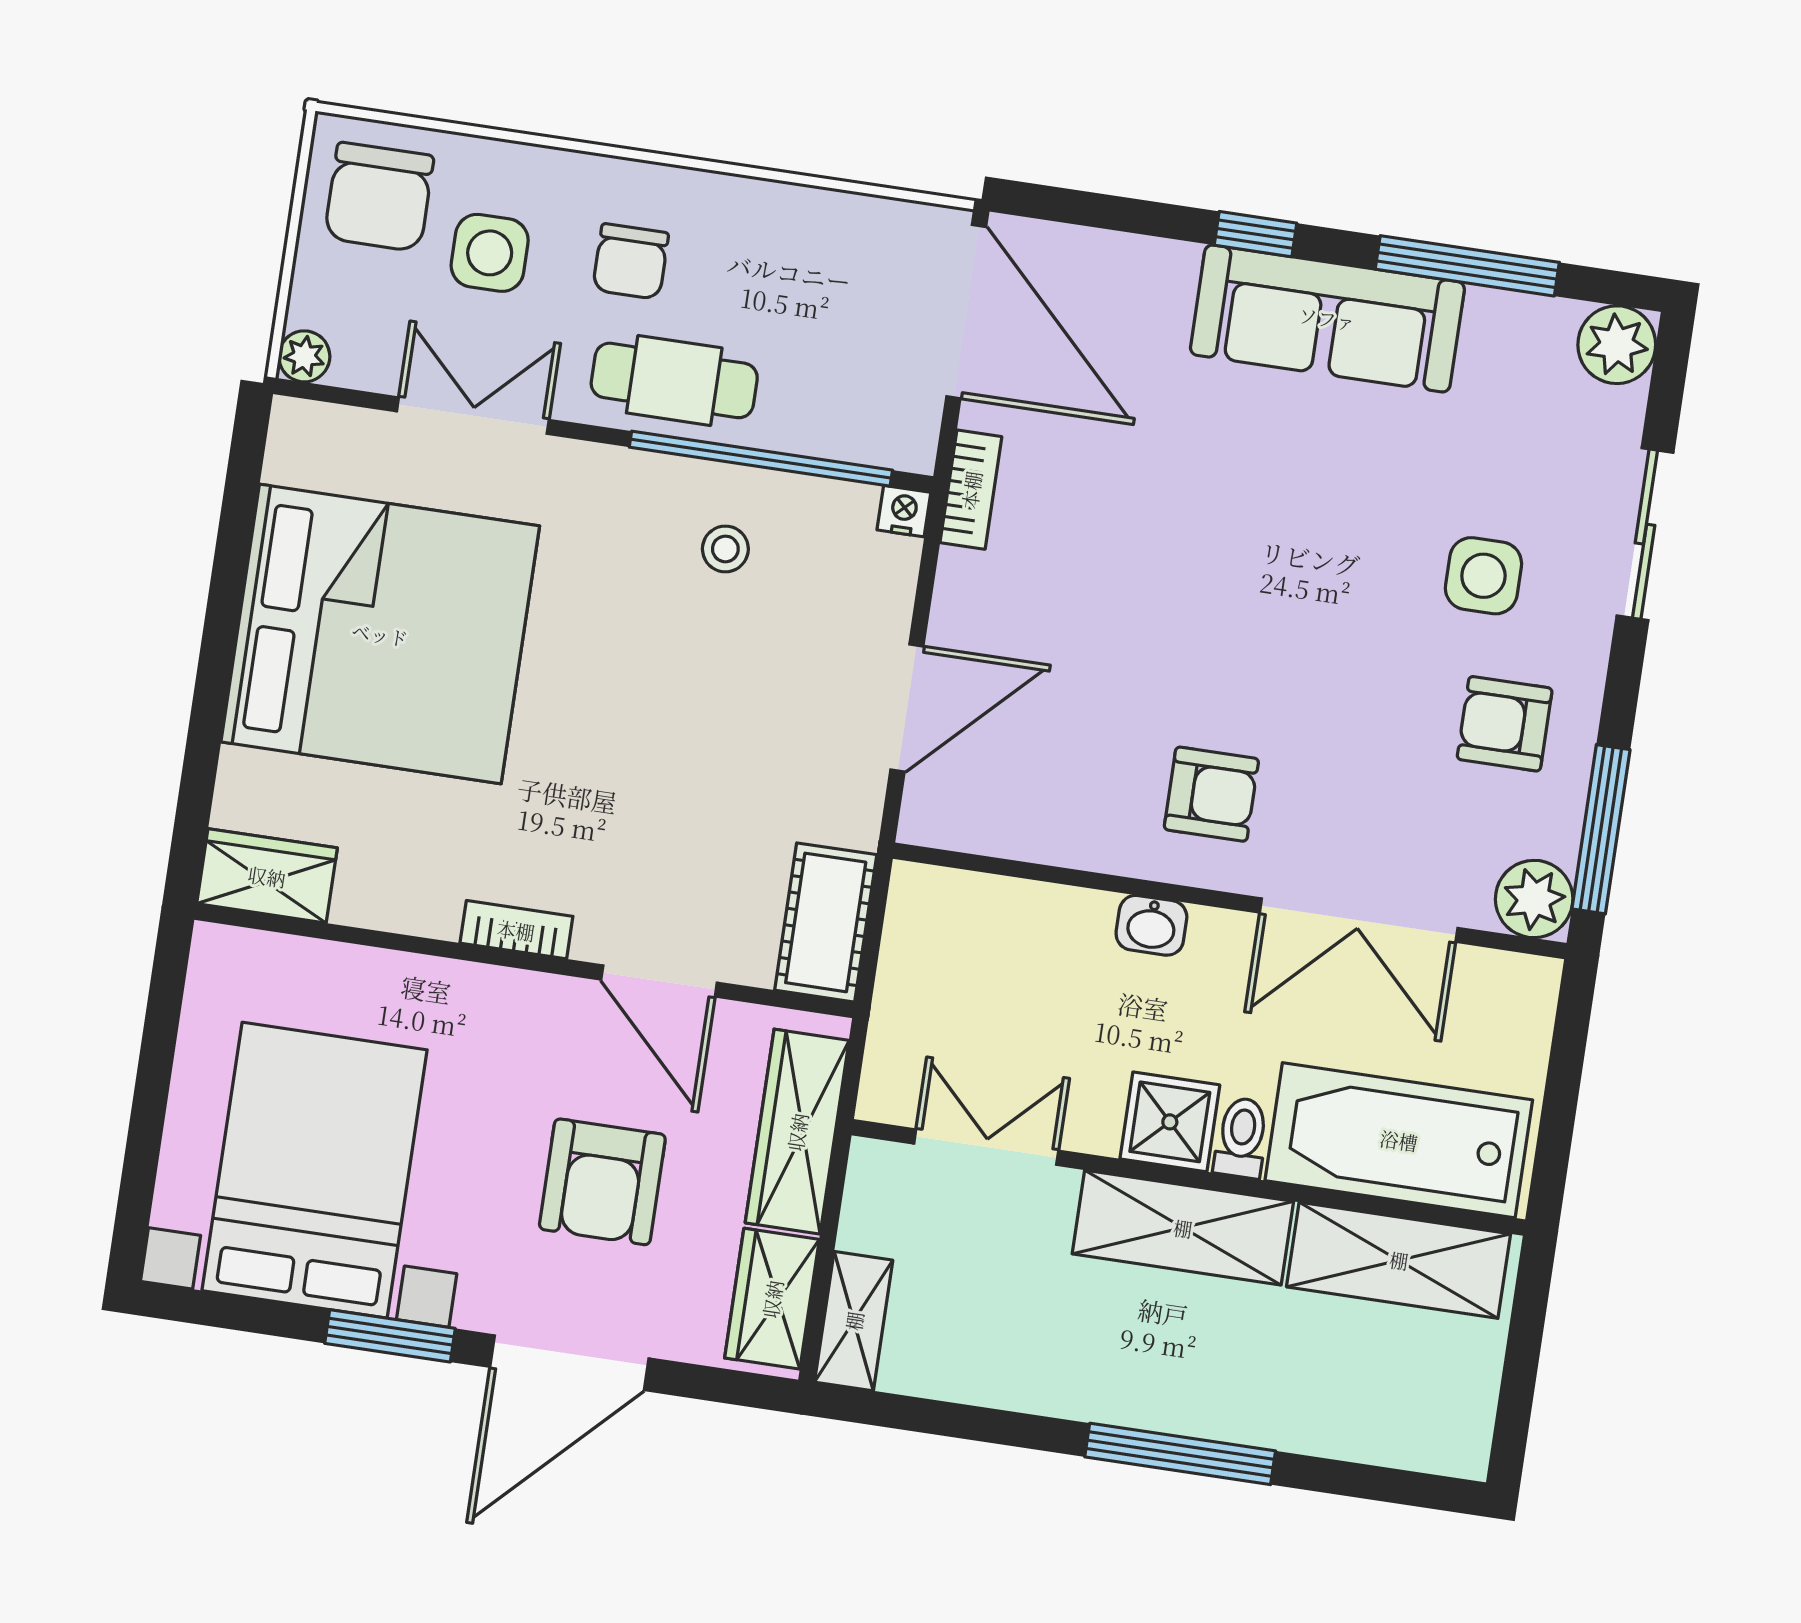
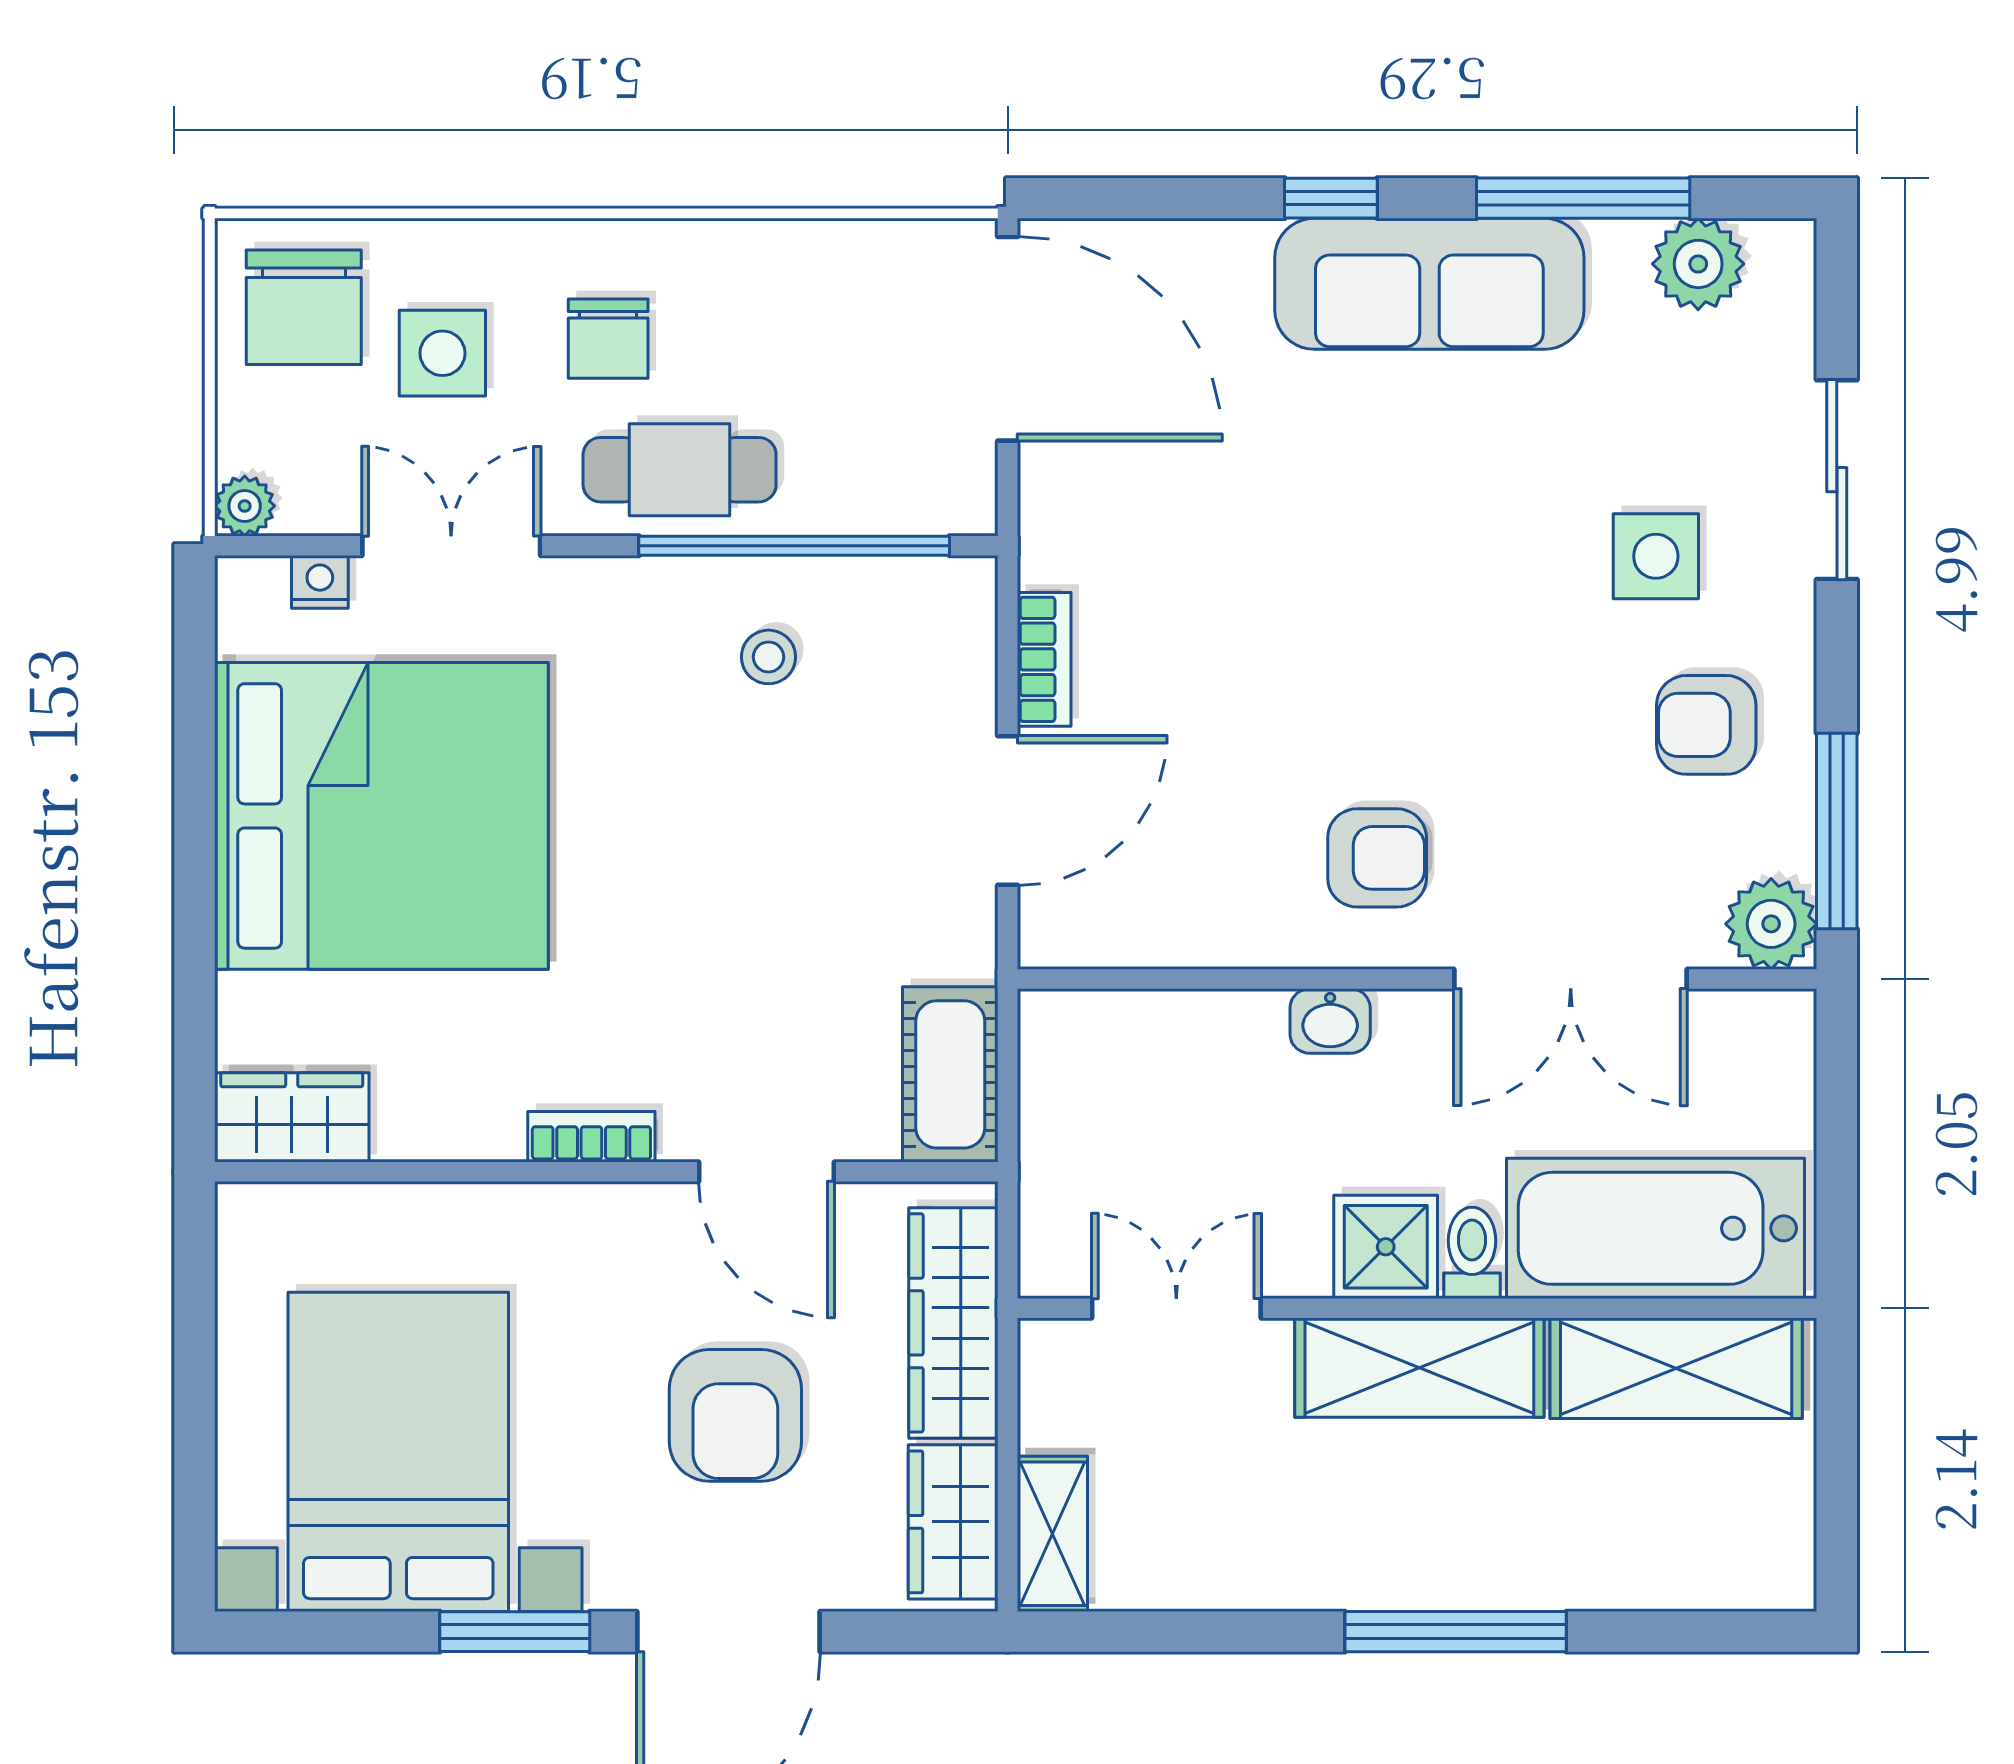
plant: (1617, 345) -> (1698, 264), moved
bookcase: (971, 490) -> (1044, 659), moved
nightstand: (904, 511) -> (320, 582), moved

